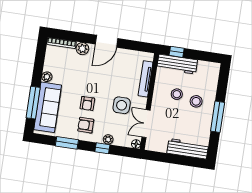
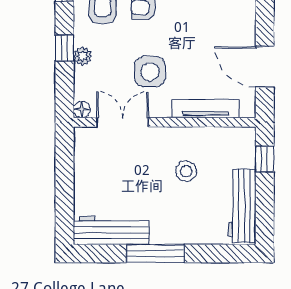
door: (107, 41) -> (265, 67), moved
workbench: (177, 64) -> (242, 206), moved
stool: (196, 101) -> (178, 209), removed
workbench: (188, 149) -> (111, 230), moved, turned -90

